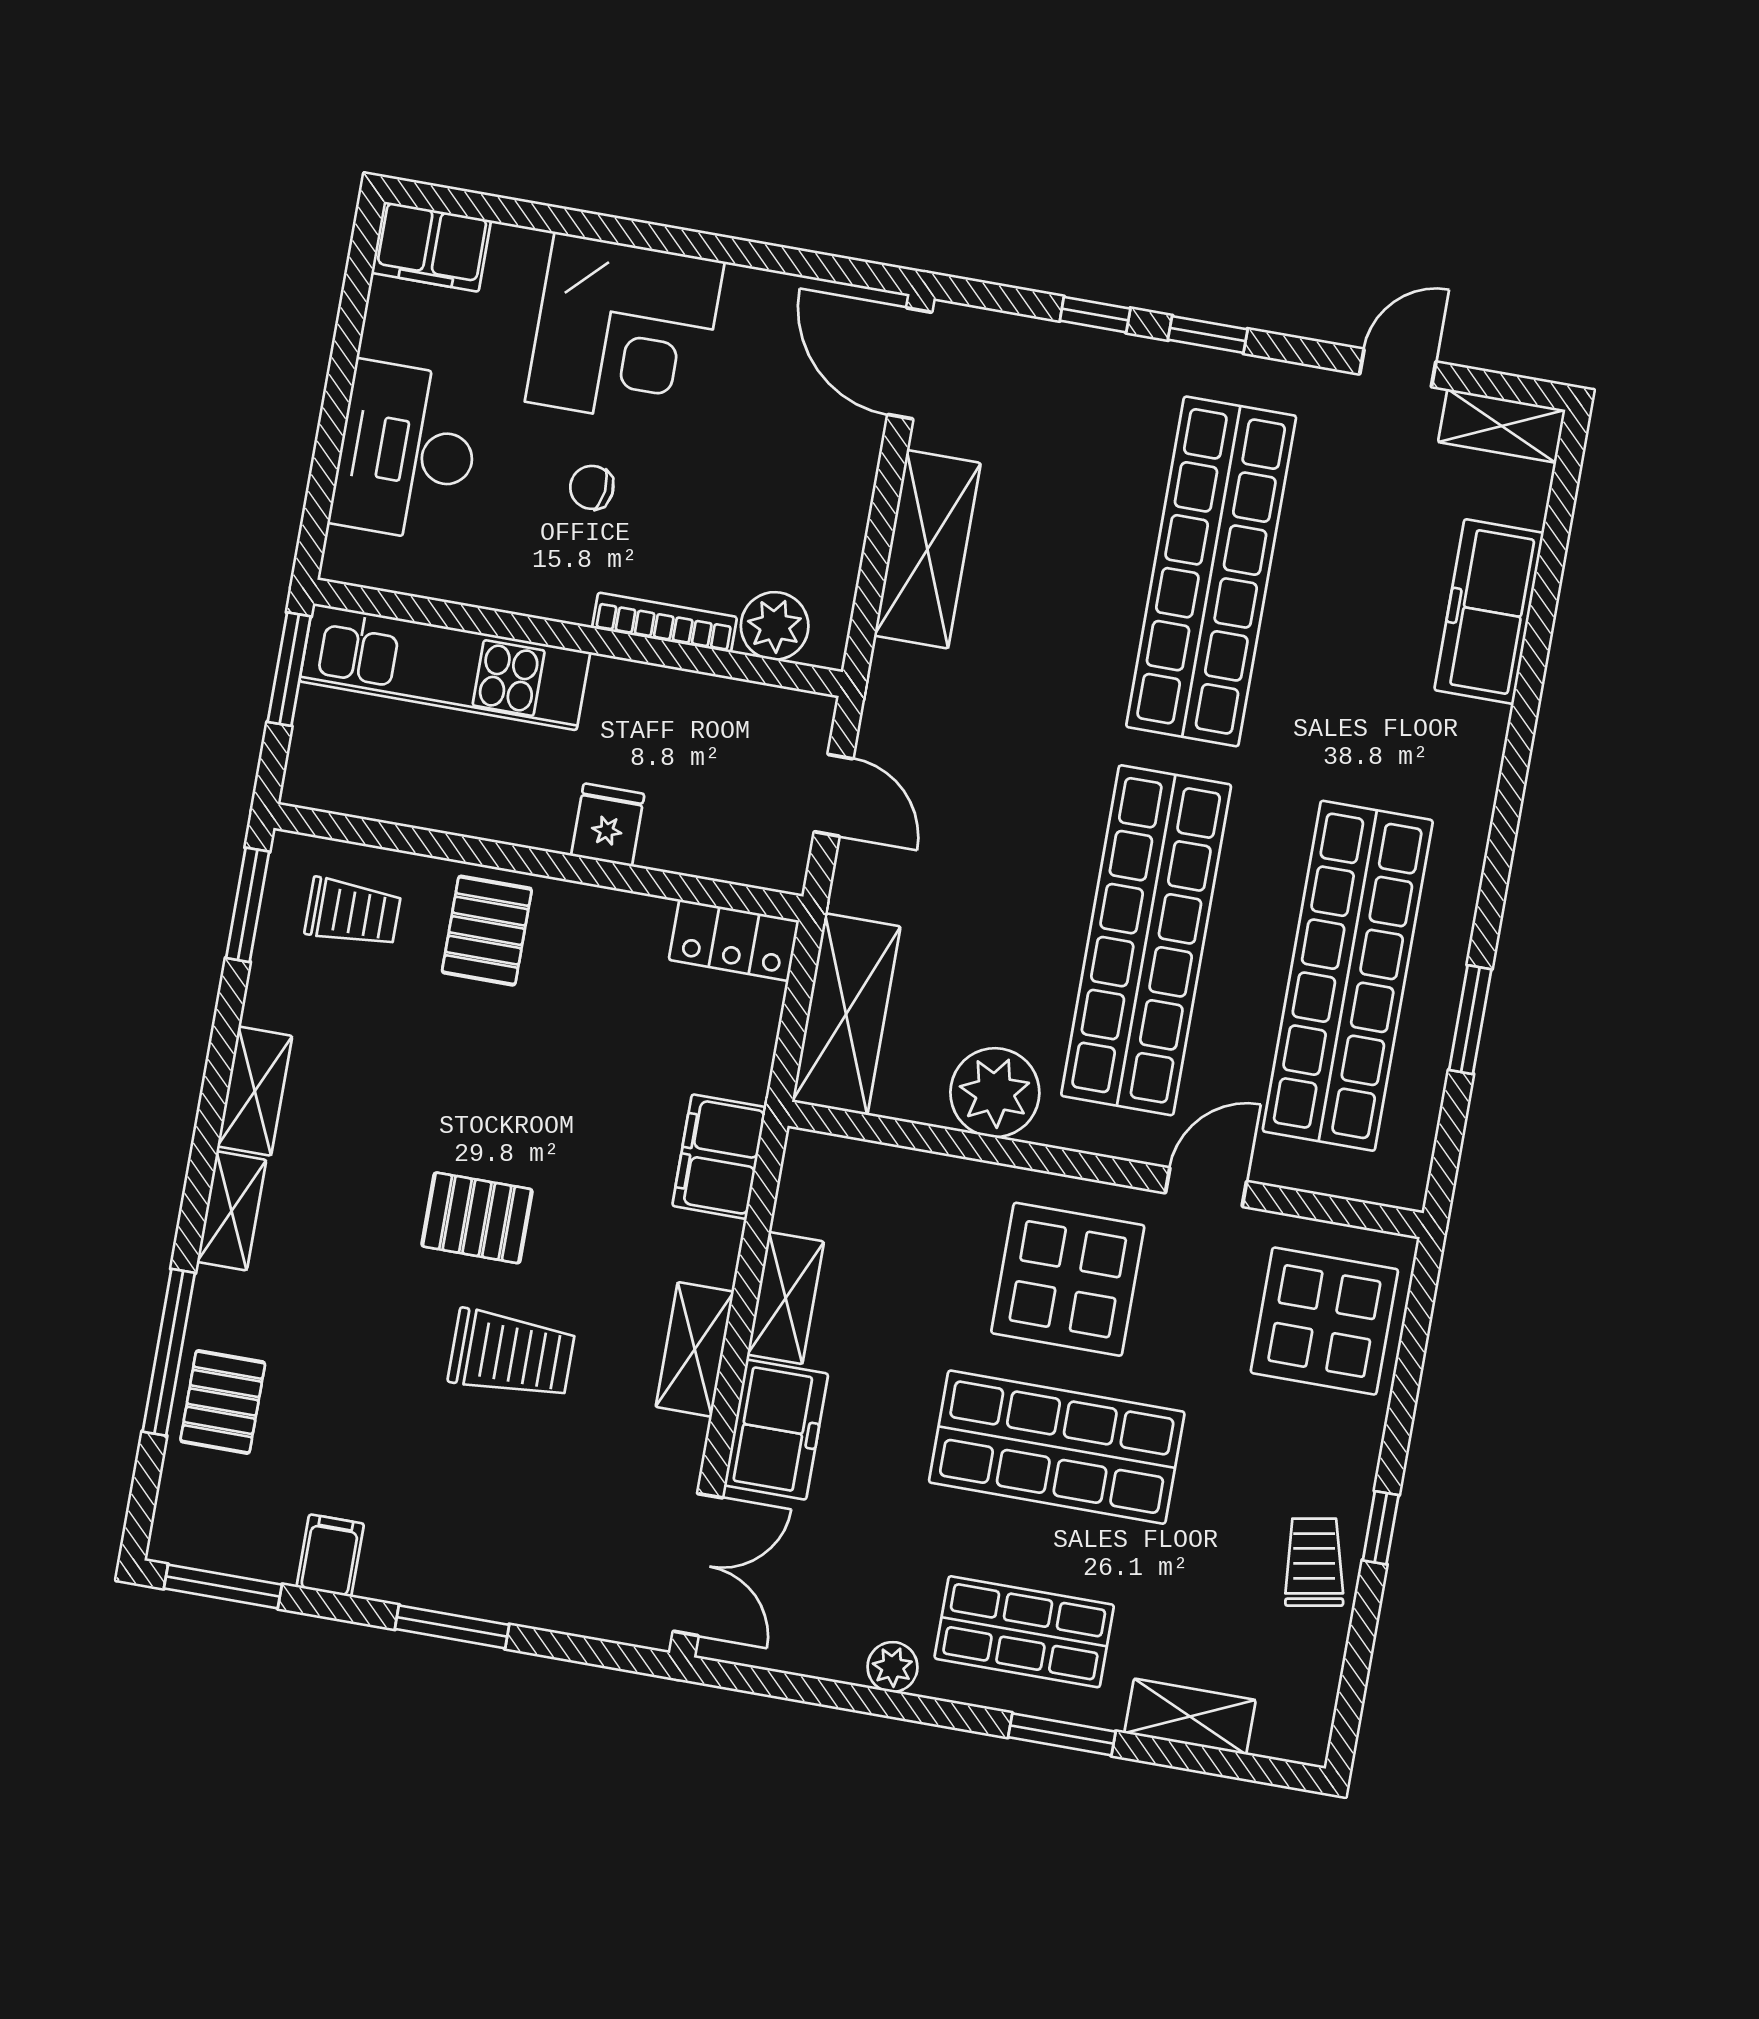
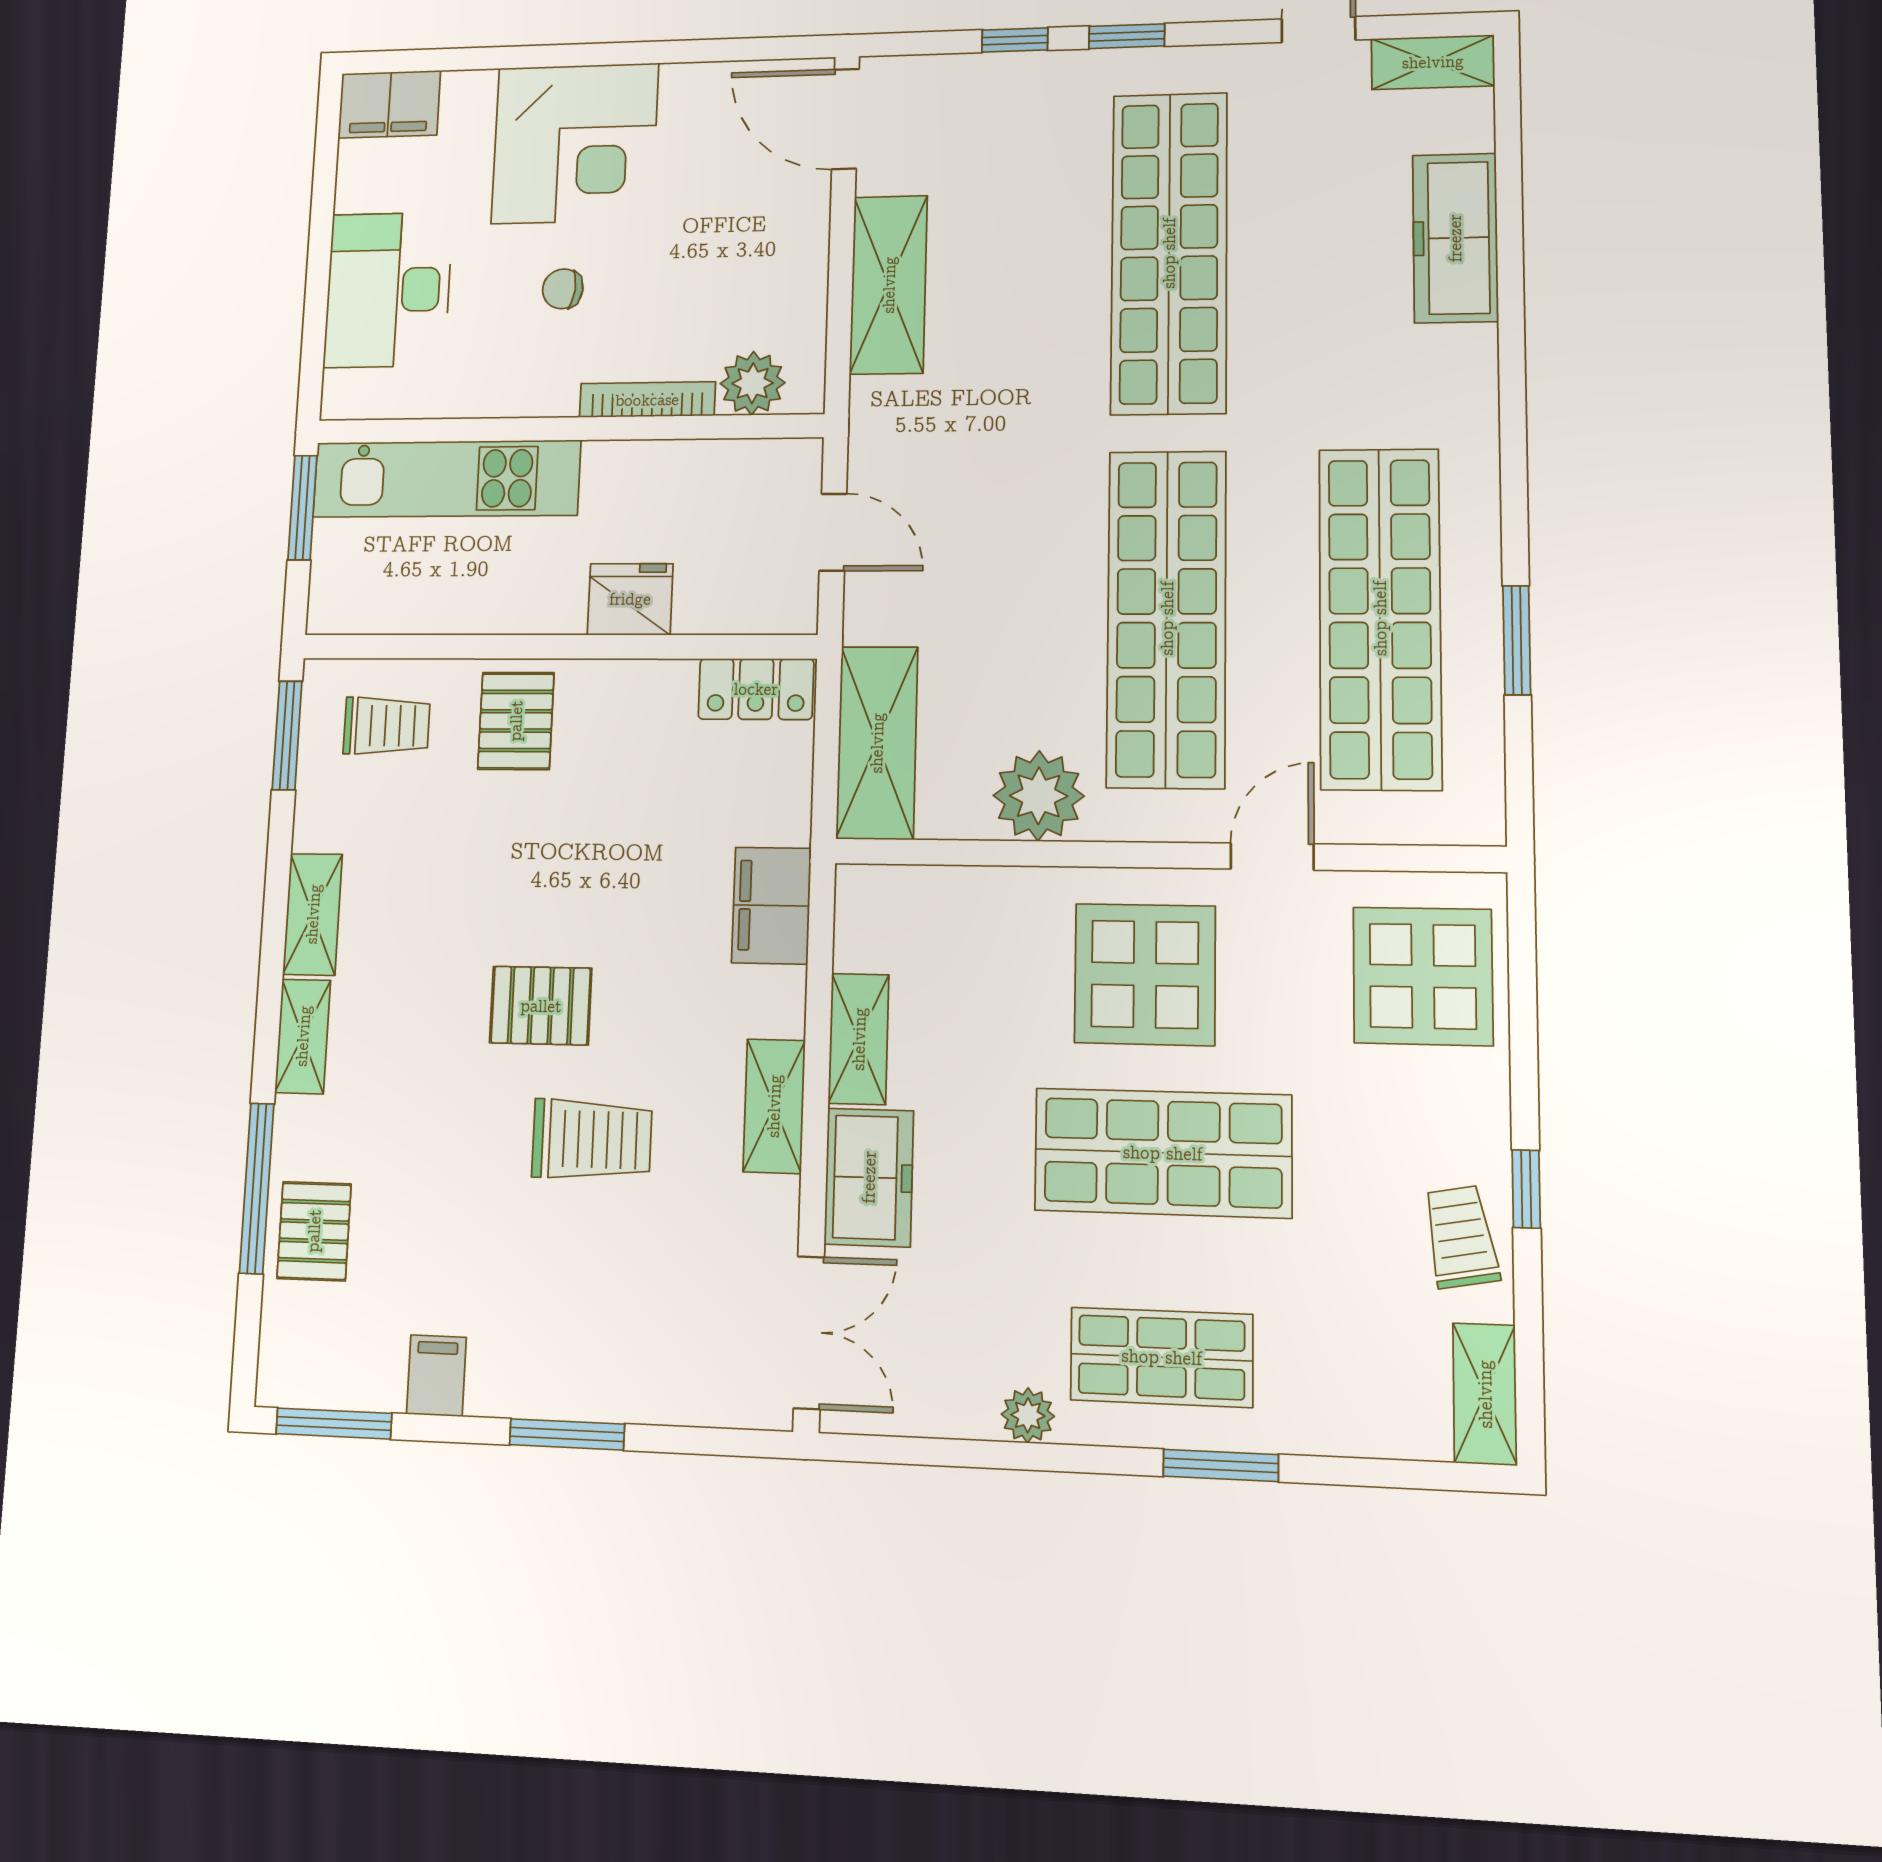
fridge: (608, 825) -> (630, 599), width x1.38
shelving: (1190, 1717) -> (1485, 1394), moved, turned 90

